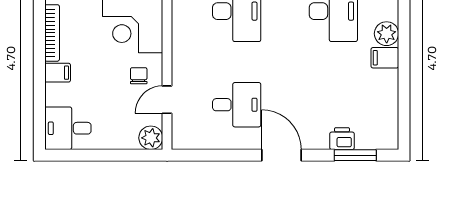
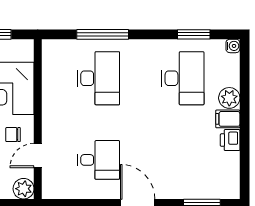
chair: (139, 76) -> (13, 135), turned -90
printer: (342, 139) -> (230, 140), moved, turned -90

